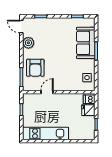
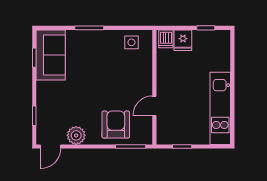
sofa: (86, 43) -> (51, 55), moved, turned -90
armchair: (35, 68) -> (116, 125), turned -90
door: (47, 92) -> (154, 106), hinge flipped

